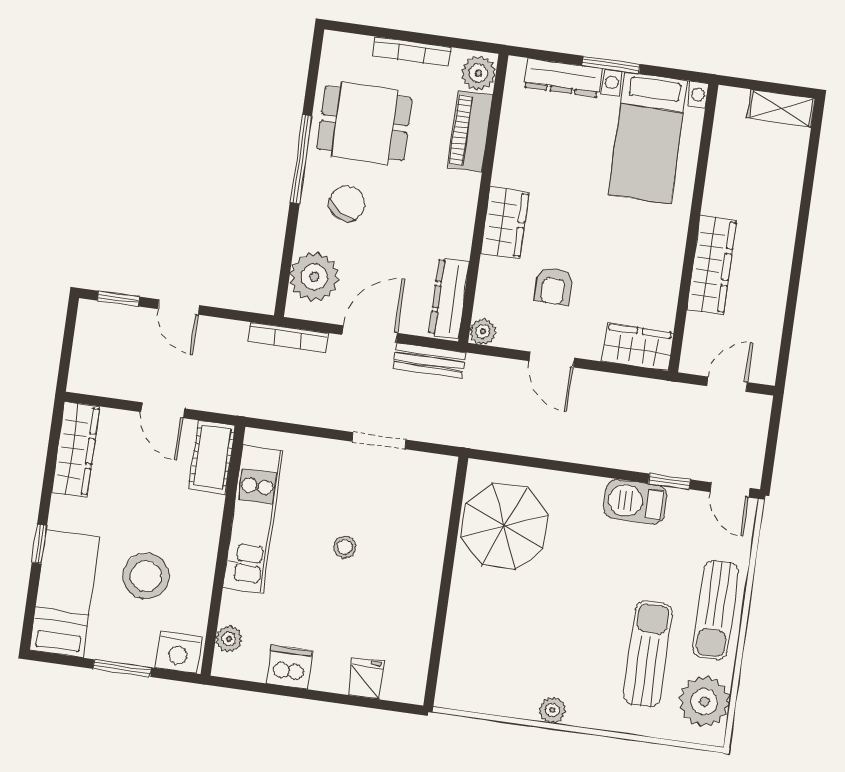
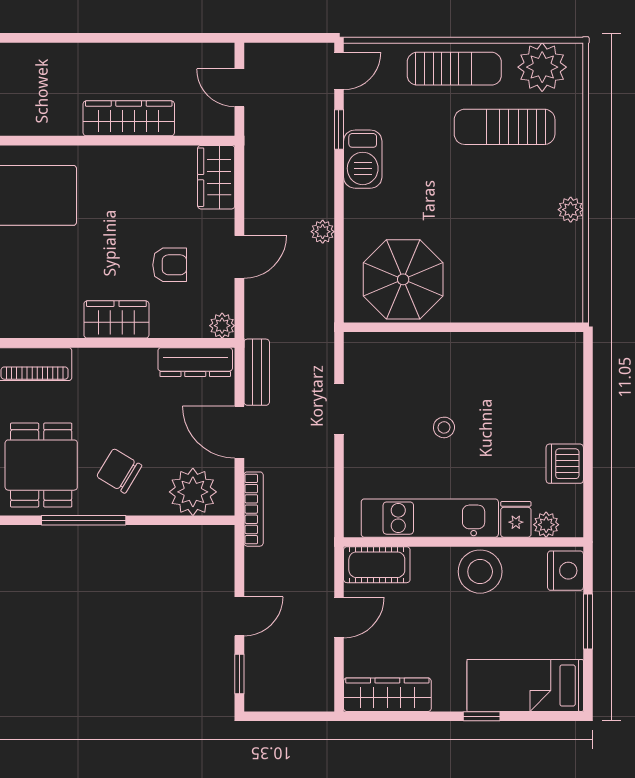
plant: (566, 450) -> (323, 232), added
stool: (146, 576) -> (480, 572), moved
fridge: (366, 678) -> (516, 519), moved, turned 90

